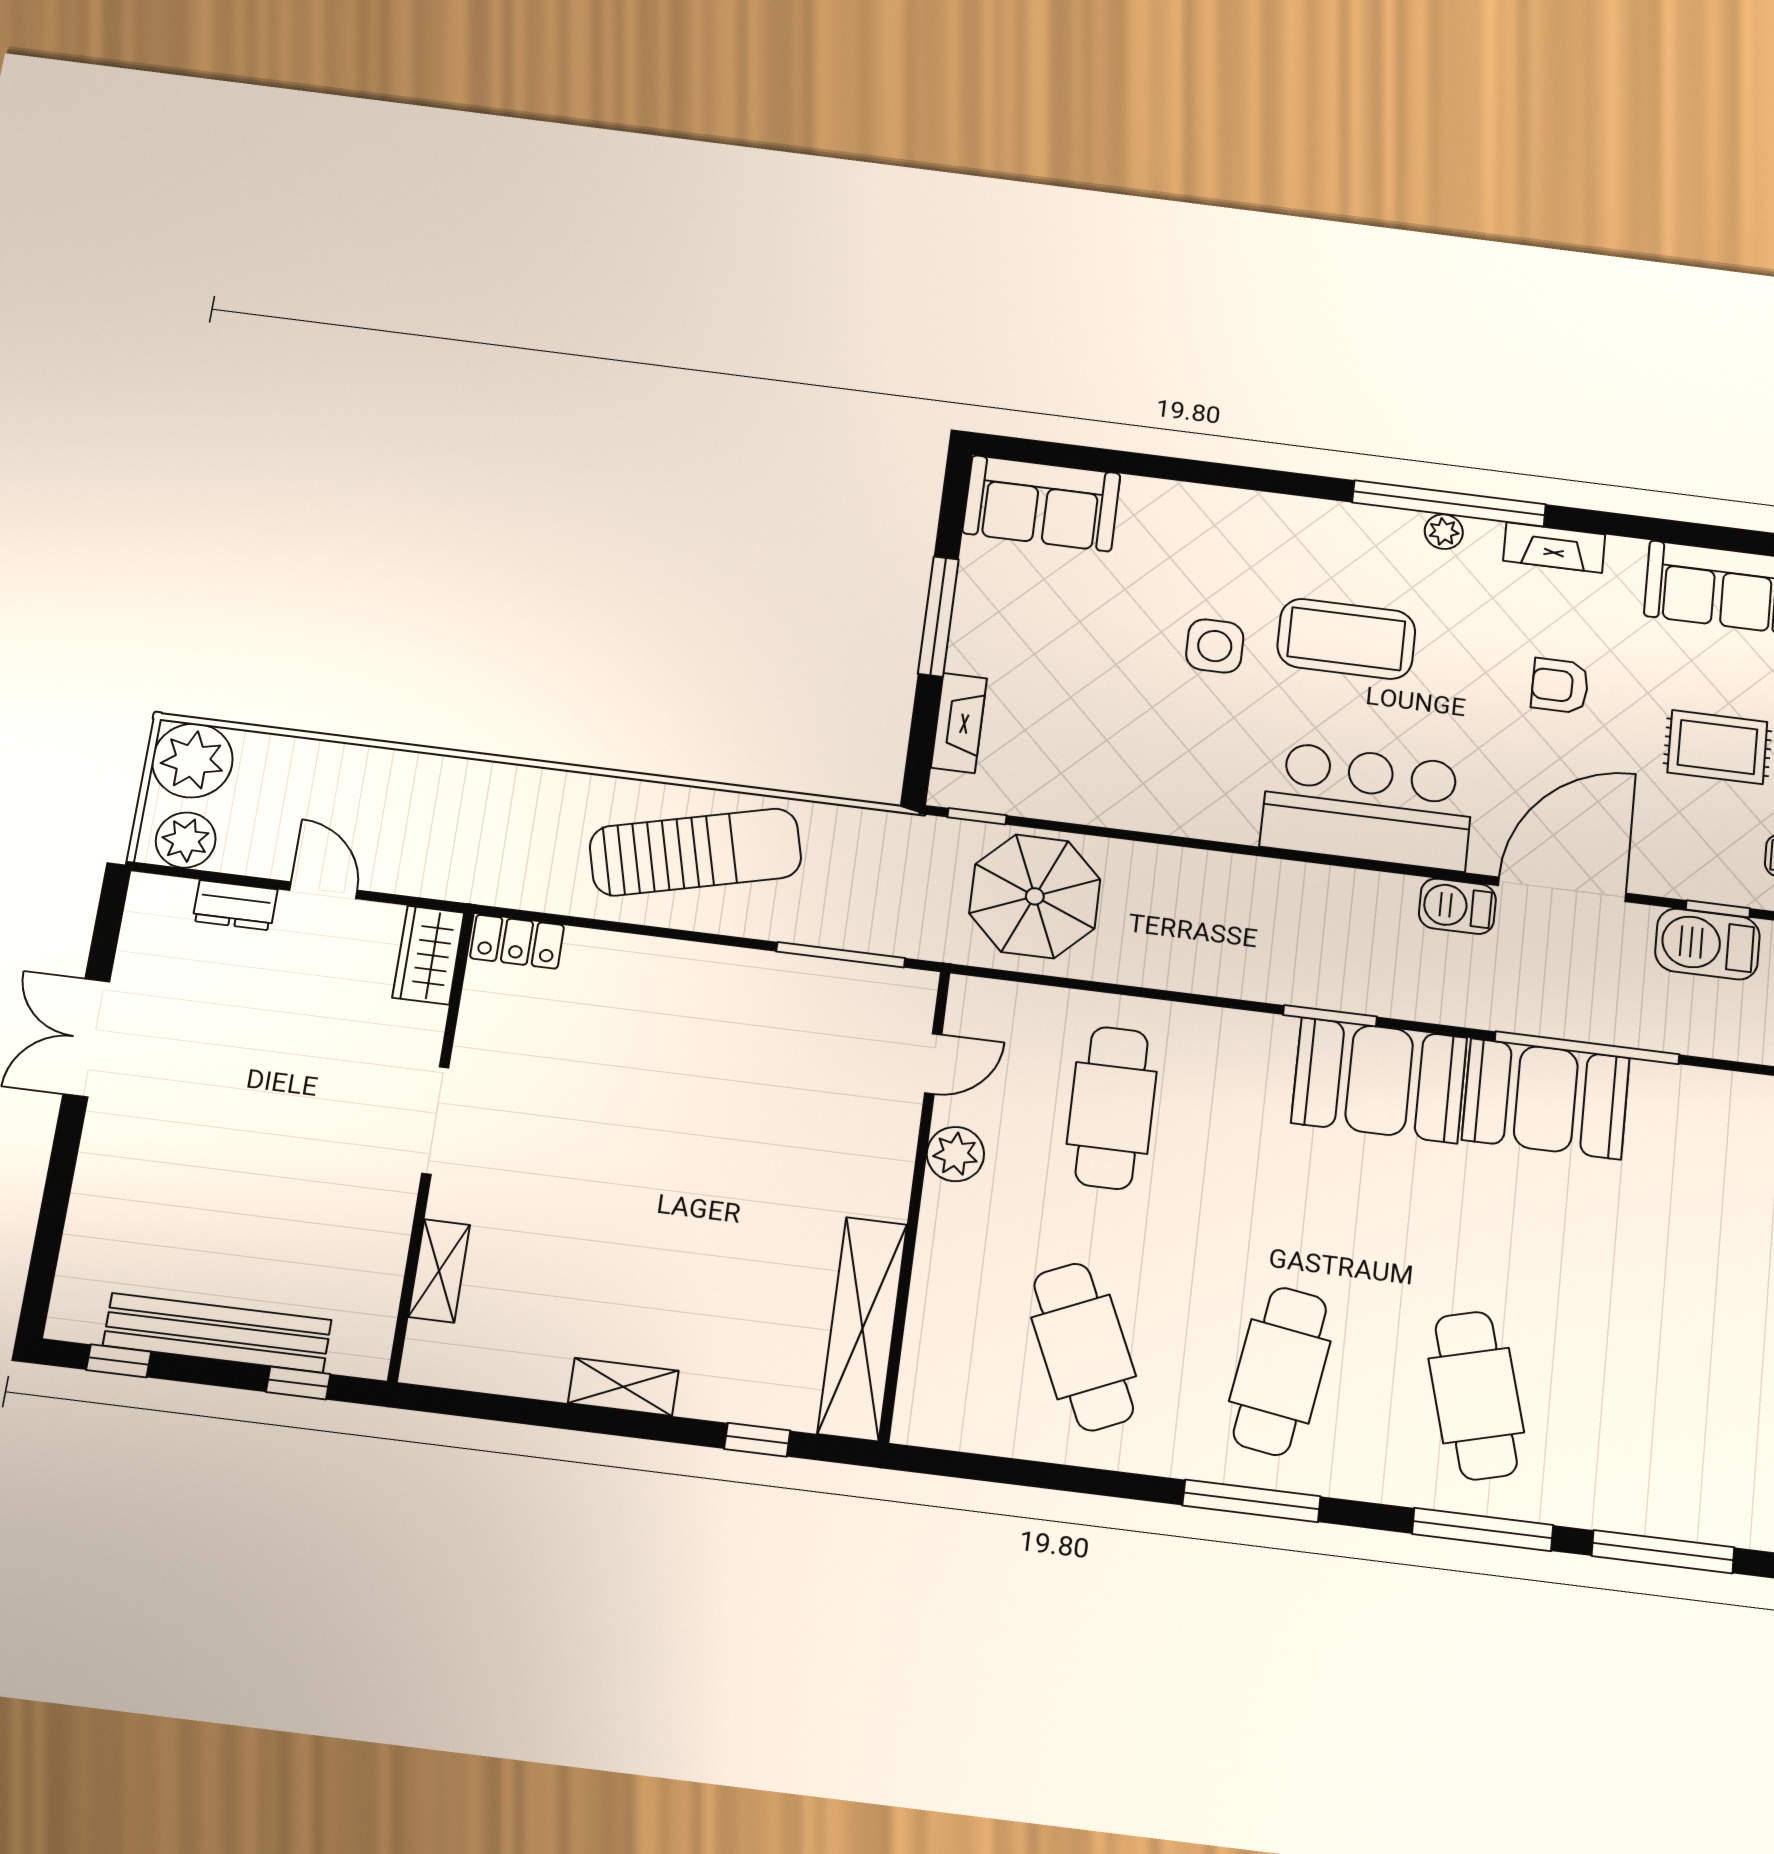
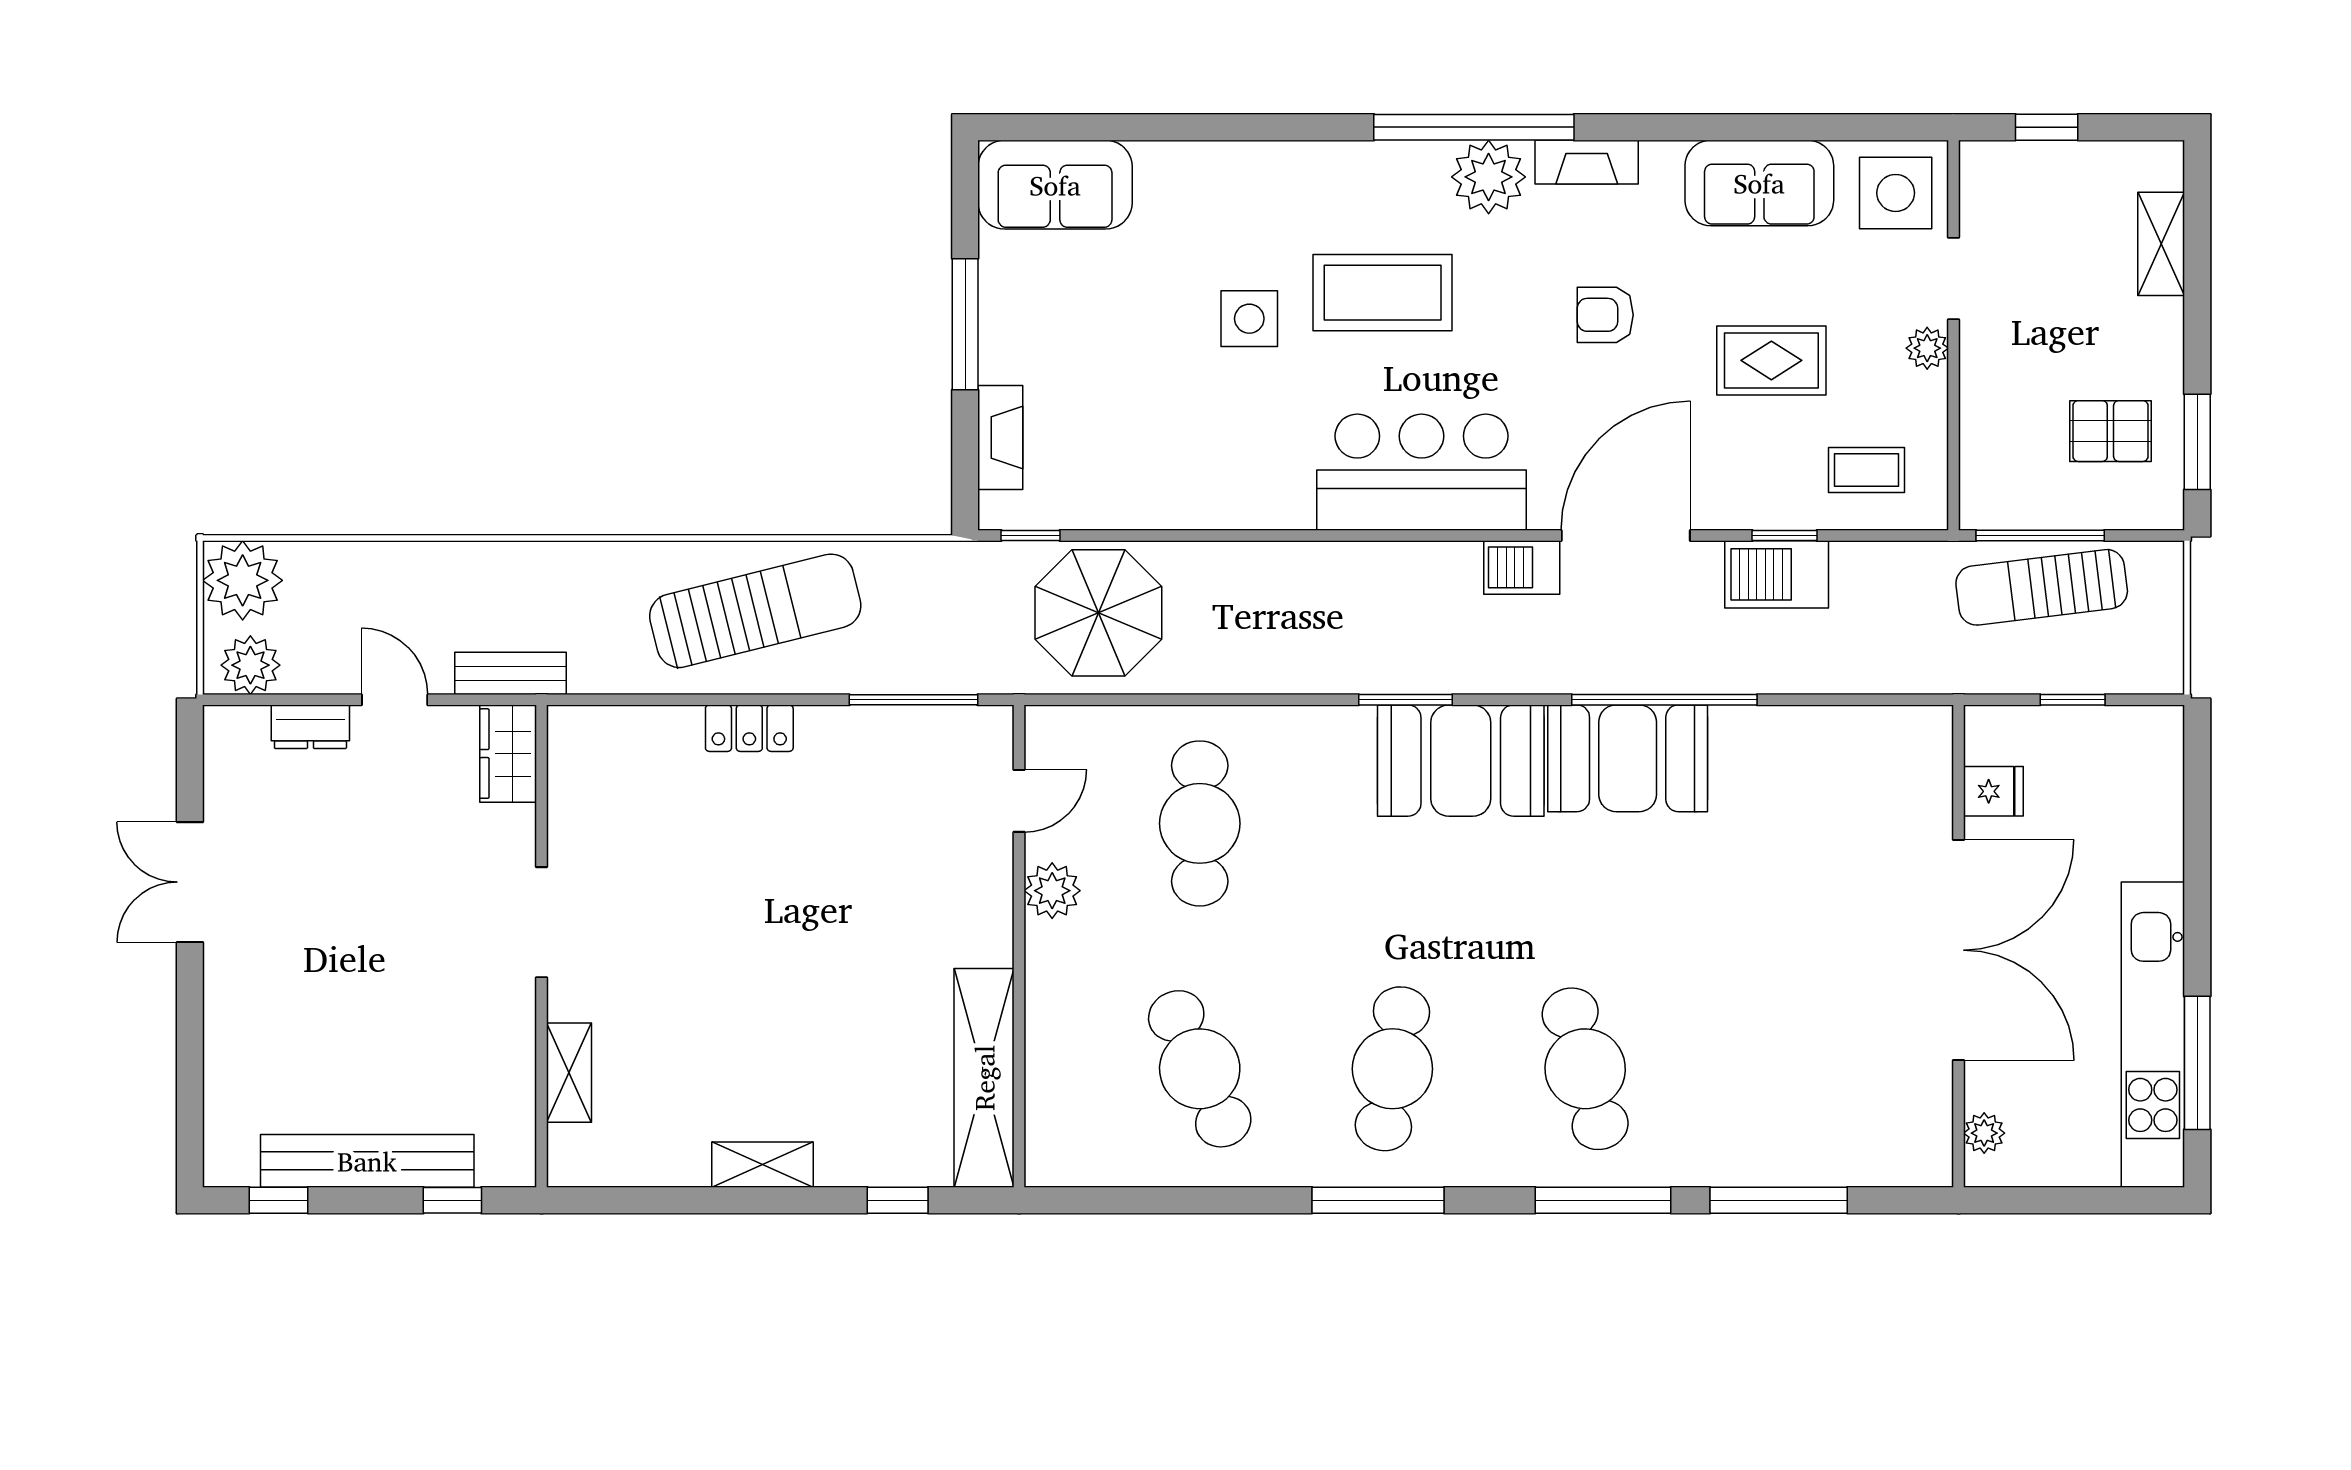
plant: (1444, 532) -> (1489, 177), width x1.87, depth x1.87
bench: (443, 880) -> (510, 673), added
locker: (517, 942) -> (749, 728), moved

